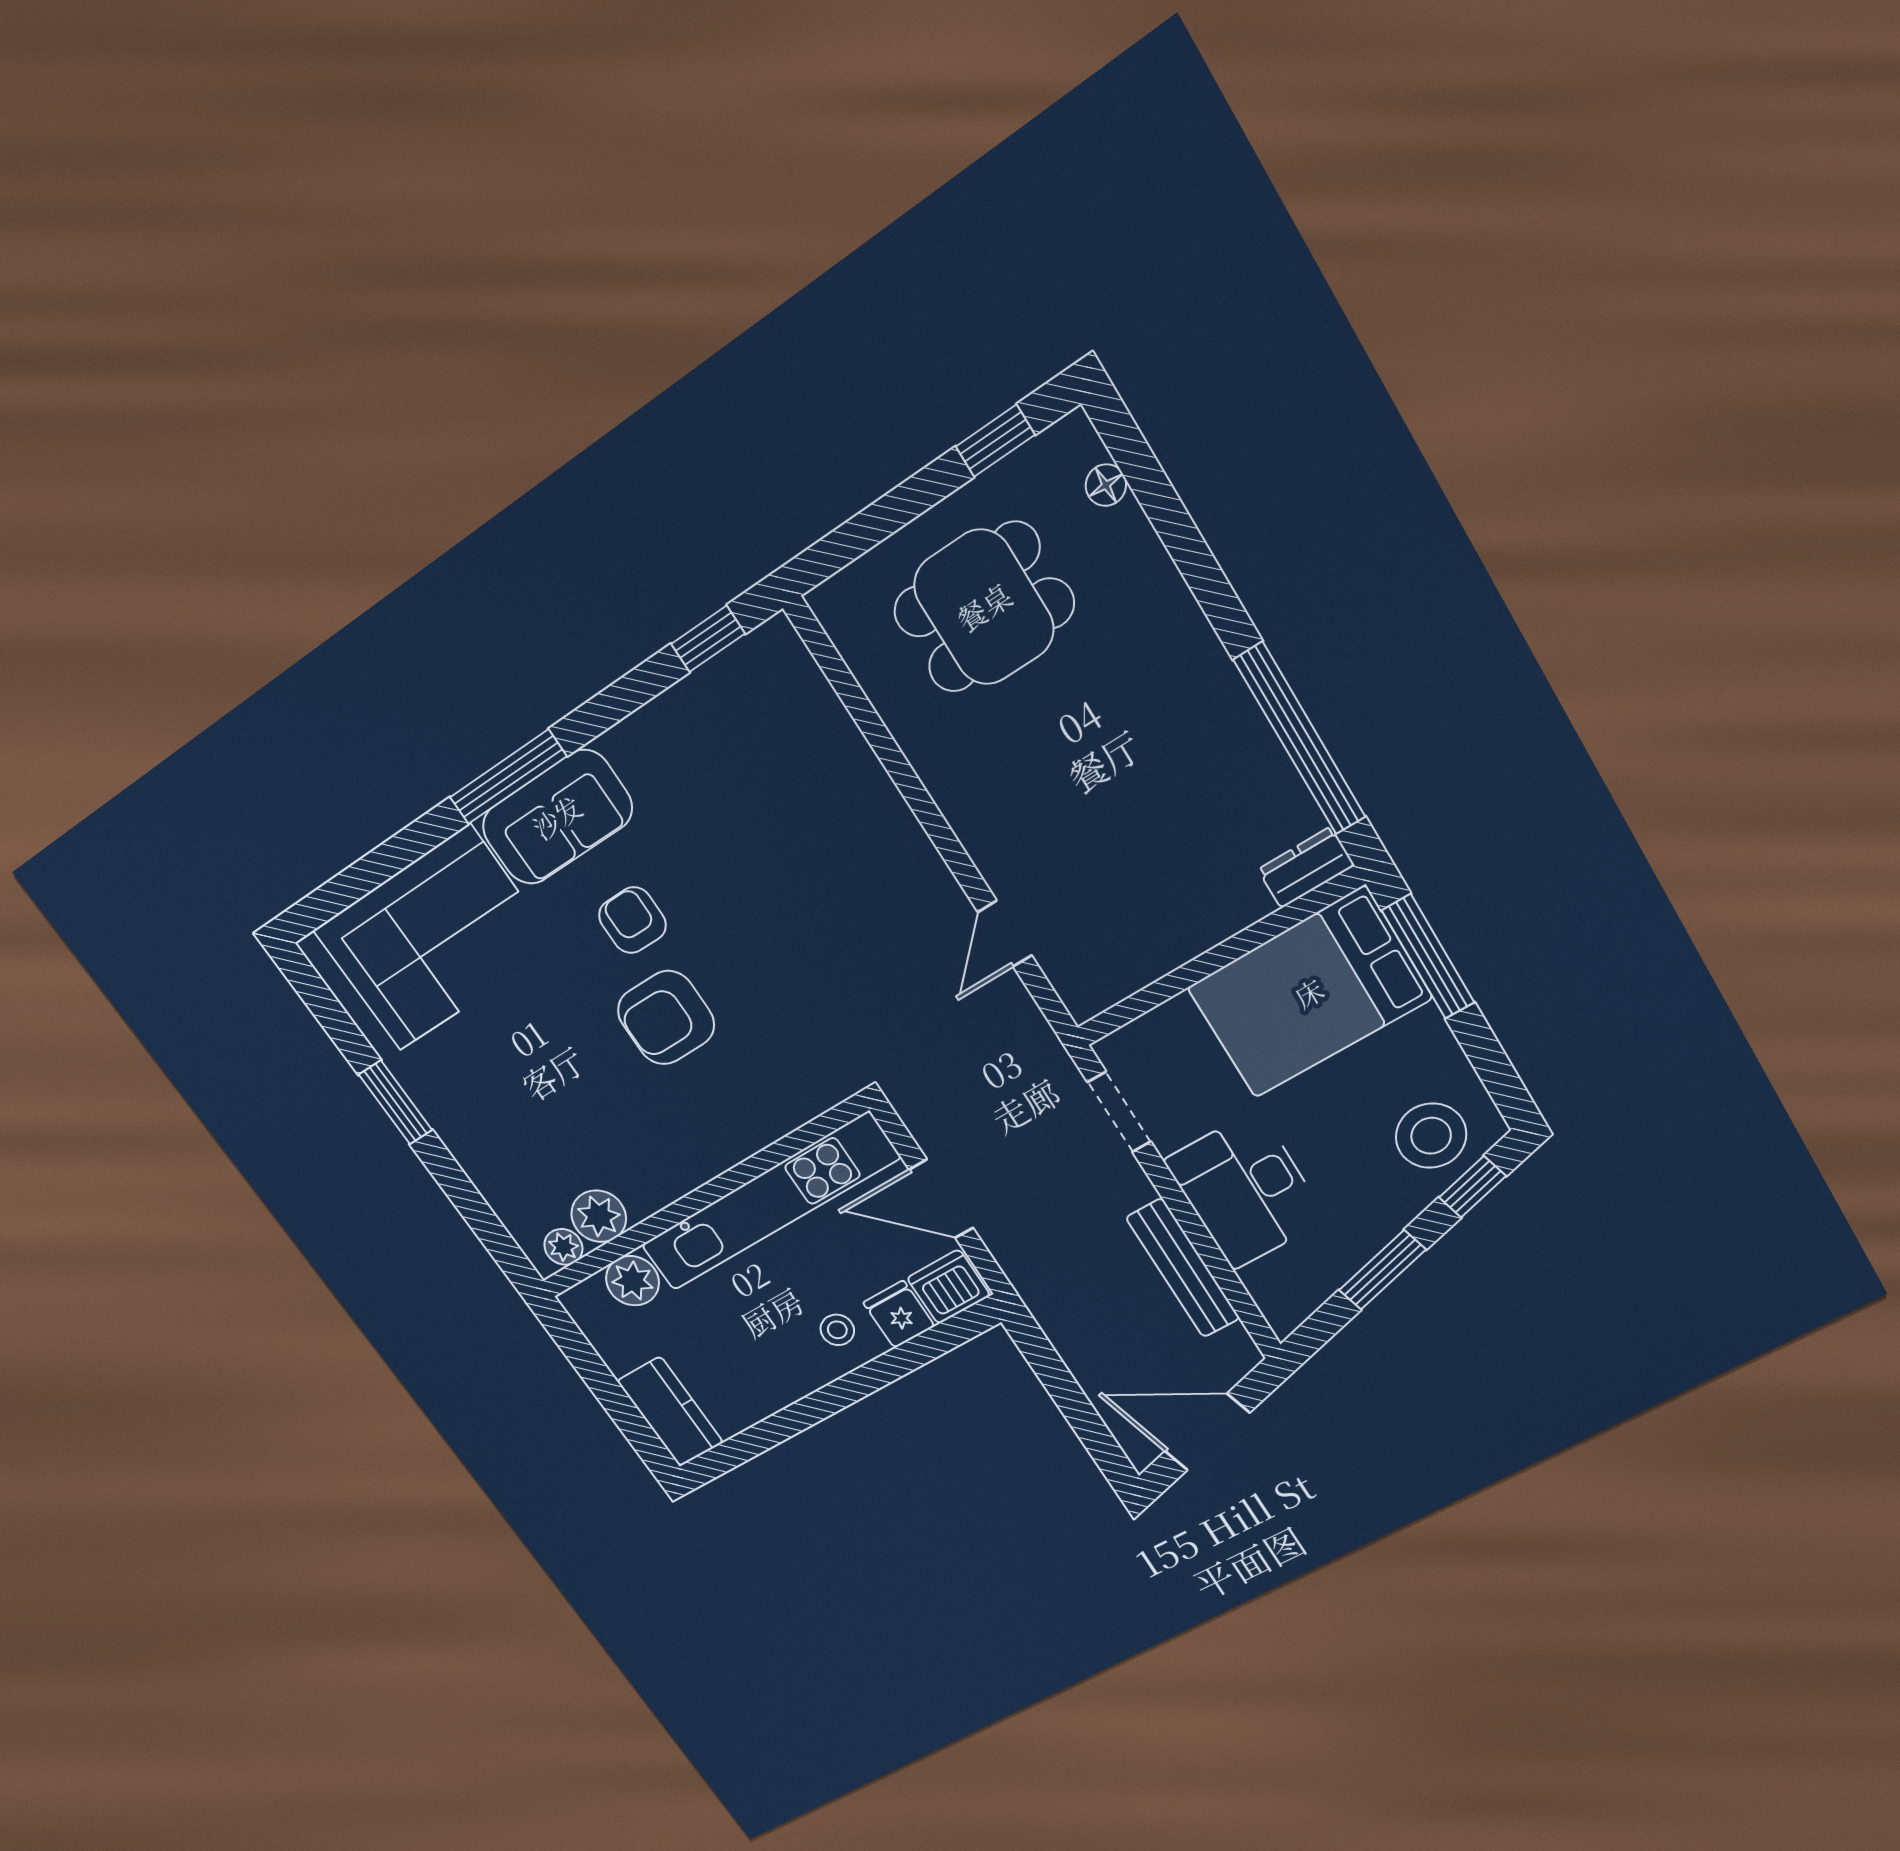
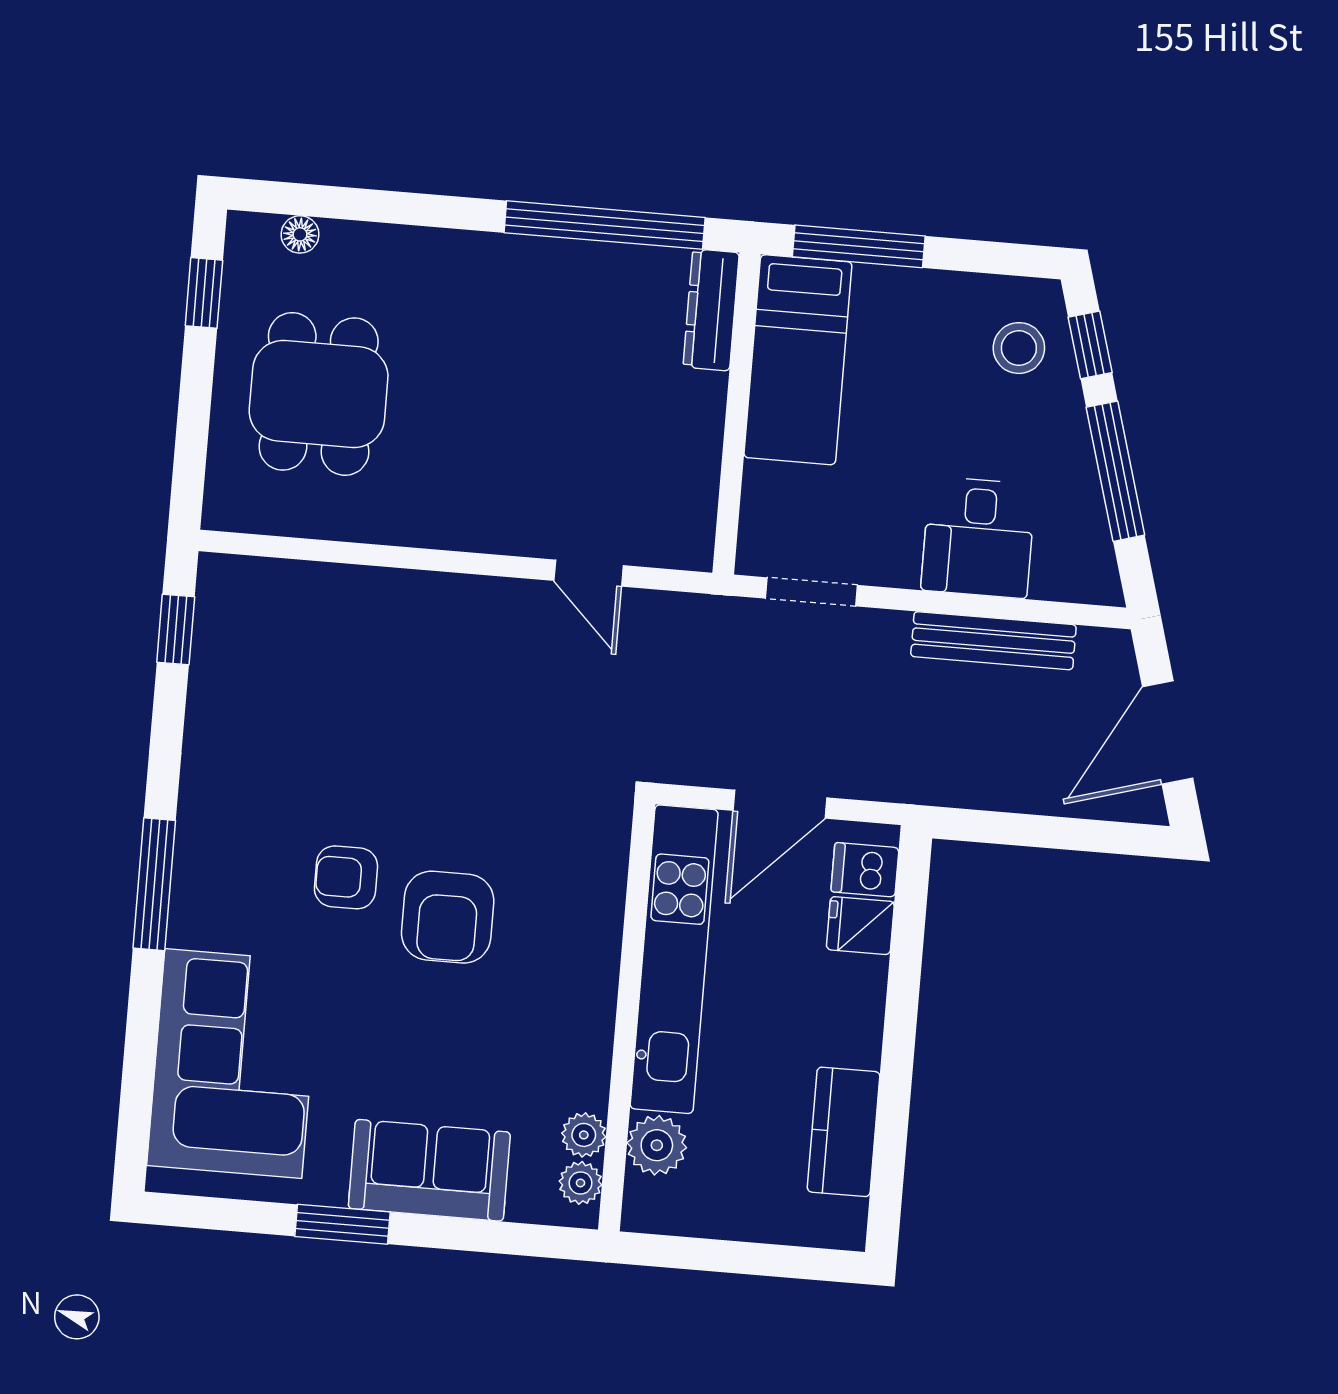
sofa: (557, 817) -> (429, 1170), moved, turned -90
dresser: (1306, 868) -> (711, 310), width x1.44
bed: (1309, 993) -> (798, 360), width x0.67
stool: (1431, 1136) -> (1019, 348), width x0.73, depth x0.73
desk: (1245, 1190) -> (978, 537), width x0.73
plant: (599, 1216) -> (584, 1135), width x0.73, depth x0.73
window: (1382, 1270) -> (1115, 471), width x1.44
dishwasher: (949, 1287) -> (865, 870), width x0.73
stool: (837, 1330) -> (836, 993), removed
kitchen counter: (670, 1412) -> (844, 1132), moved, turned -90

